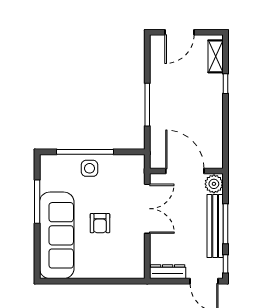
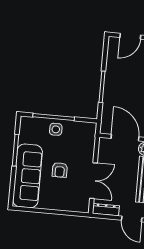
double door: (147, 209) -> (93, 181), moved

